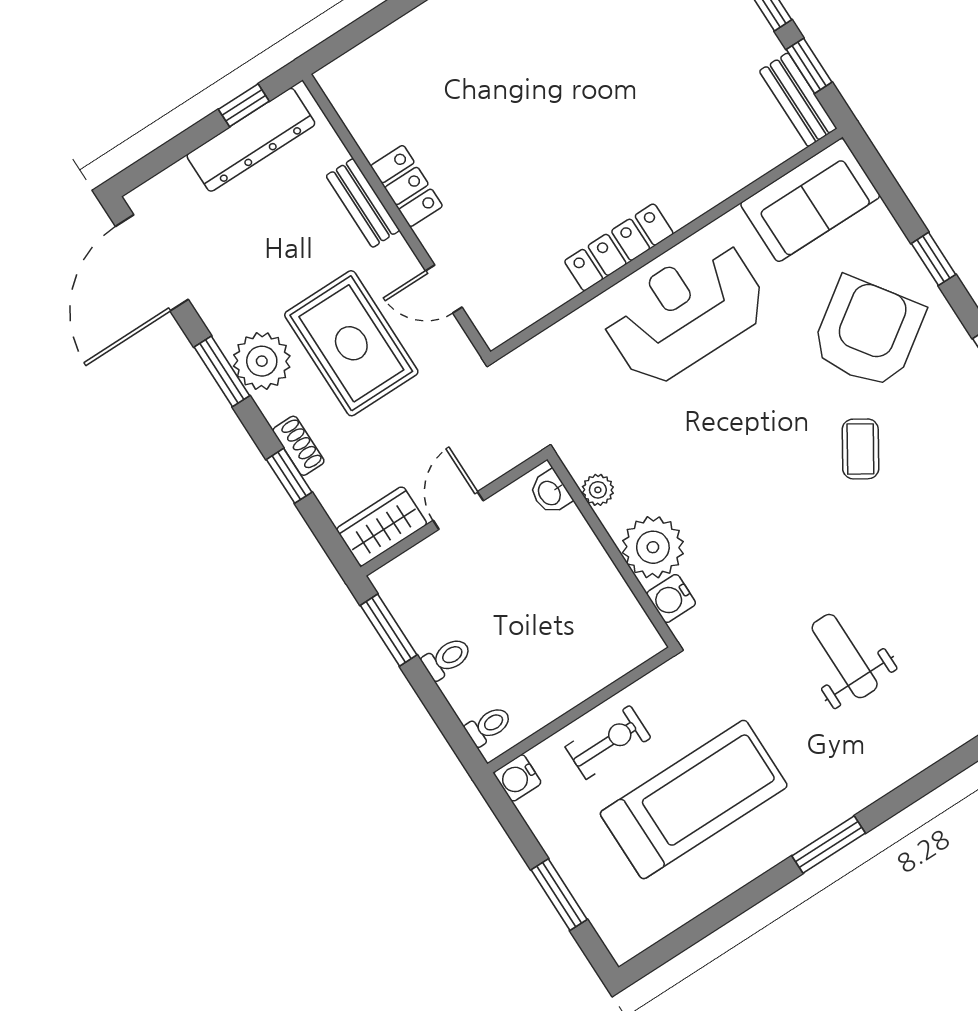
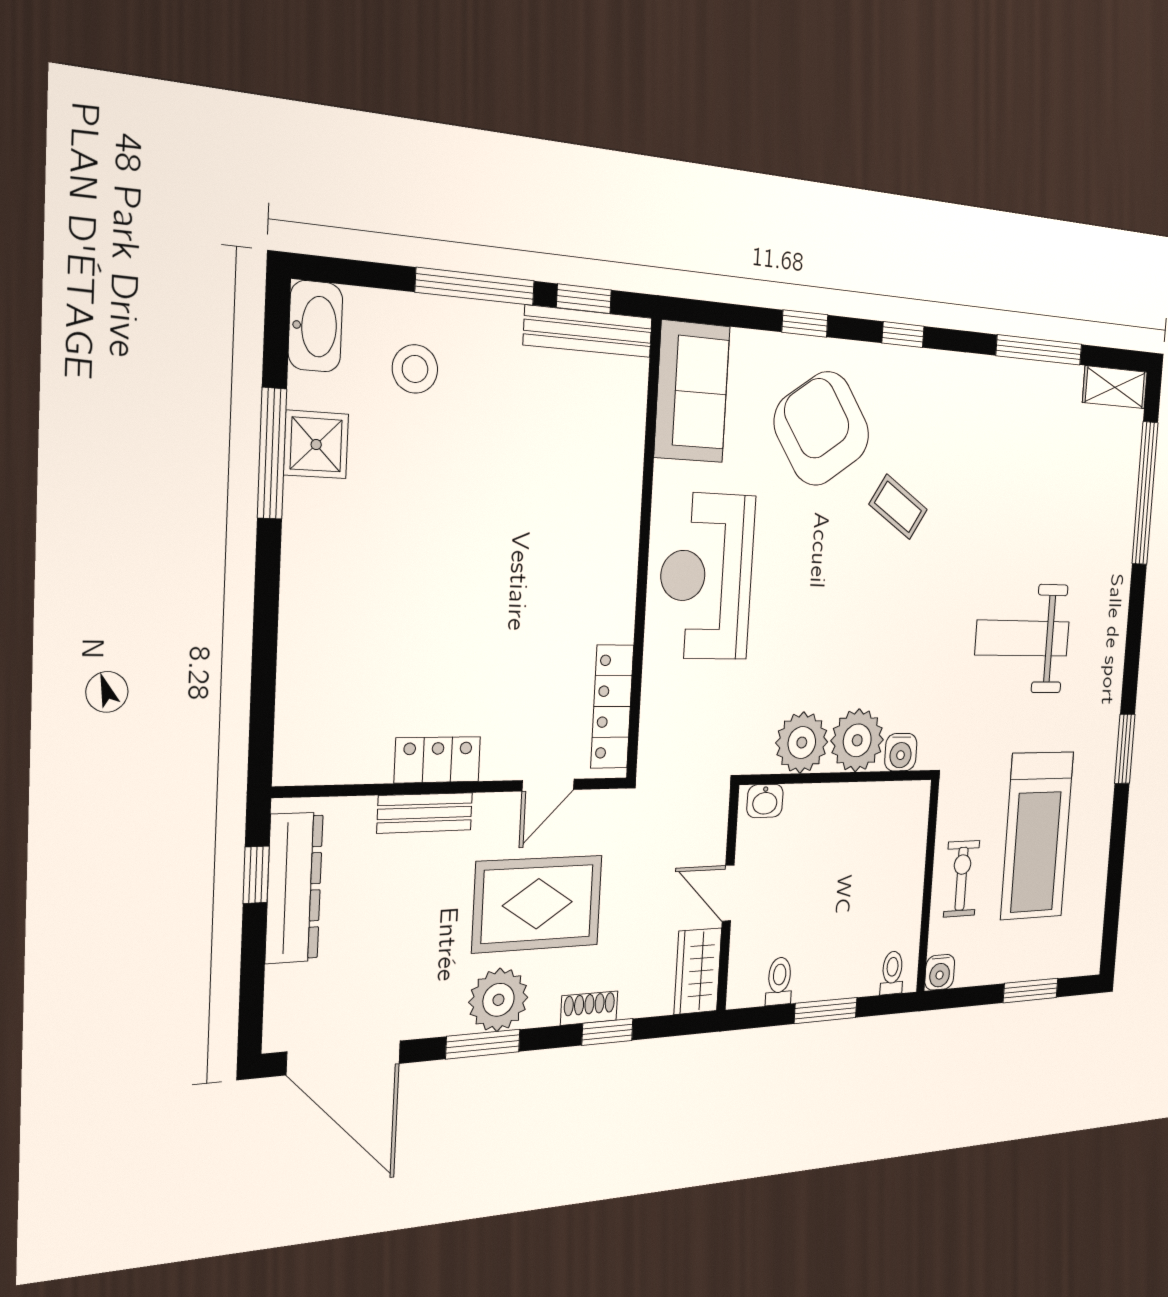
bench: (798, 100) -> (588, 331), width x1.36
locker: (619, 247) -> (612, 707), moved
plant: (598, 490) -> (802, 743), width x1.87, depth x1.87
window: (389, 630) -> (826, 1011), moved
weight bench: (845, 656) -> (1022, 638), width x1.36, depth x1.33
toilet: (447, 658) -> (779, 981), moved
treadmill: (694, 799) -> (1037, 835), turned 180

